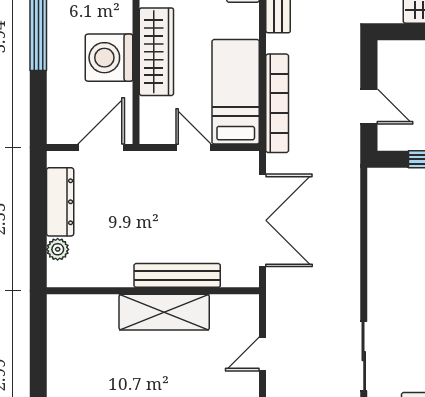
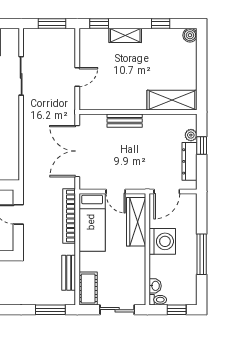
wardrobe: (156, 52) -> (136, 222), moved
window: (38, 231) -> (202, 145), added
bench: (177, 275) -> (125, 121), width x0.73
shelving: (164, 312) -> (172, 100), moved

